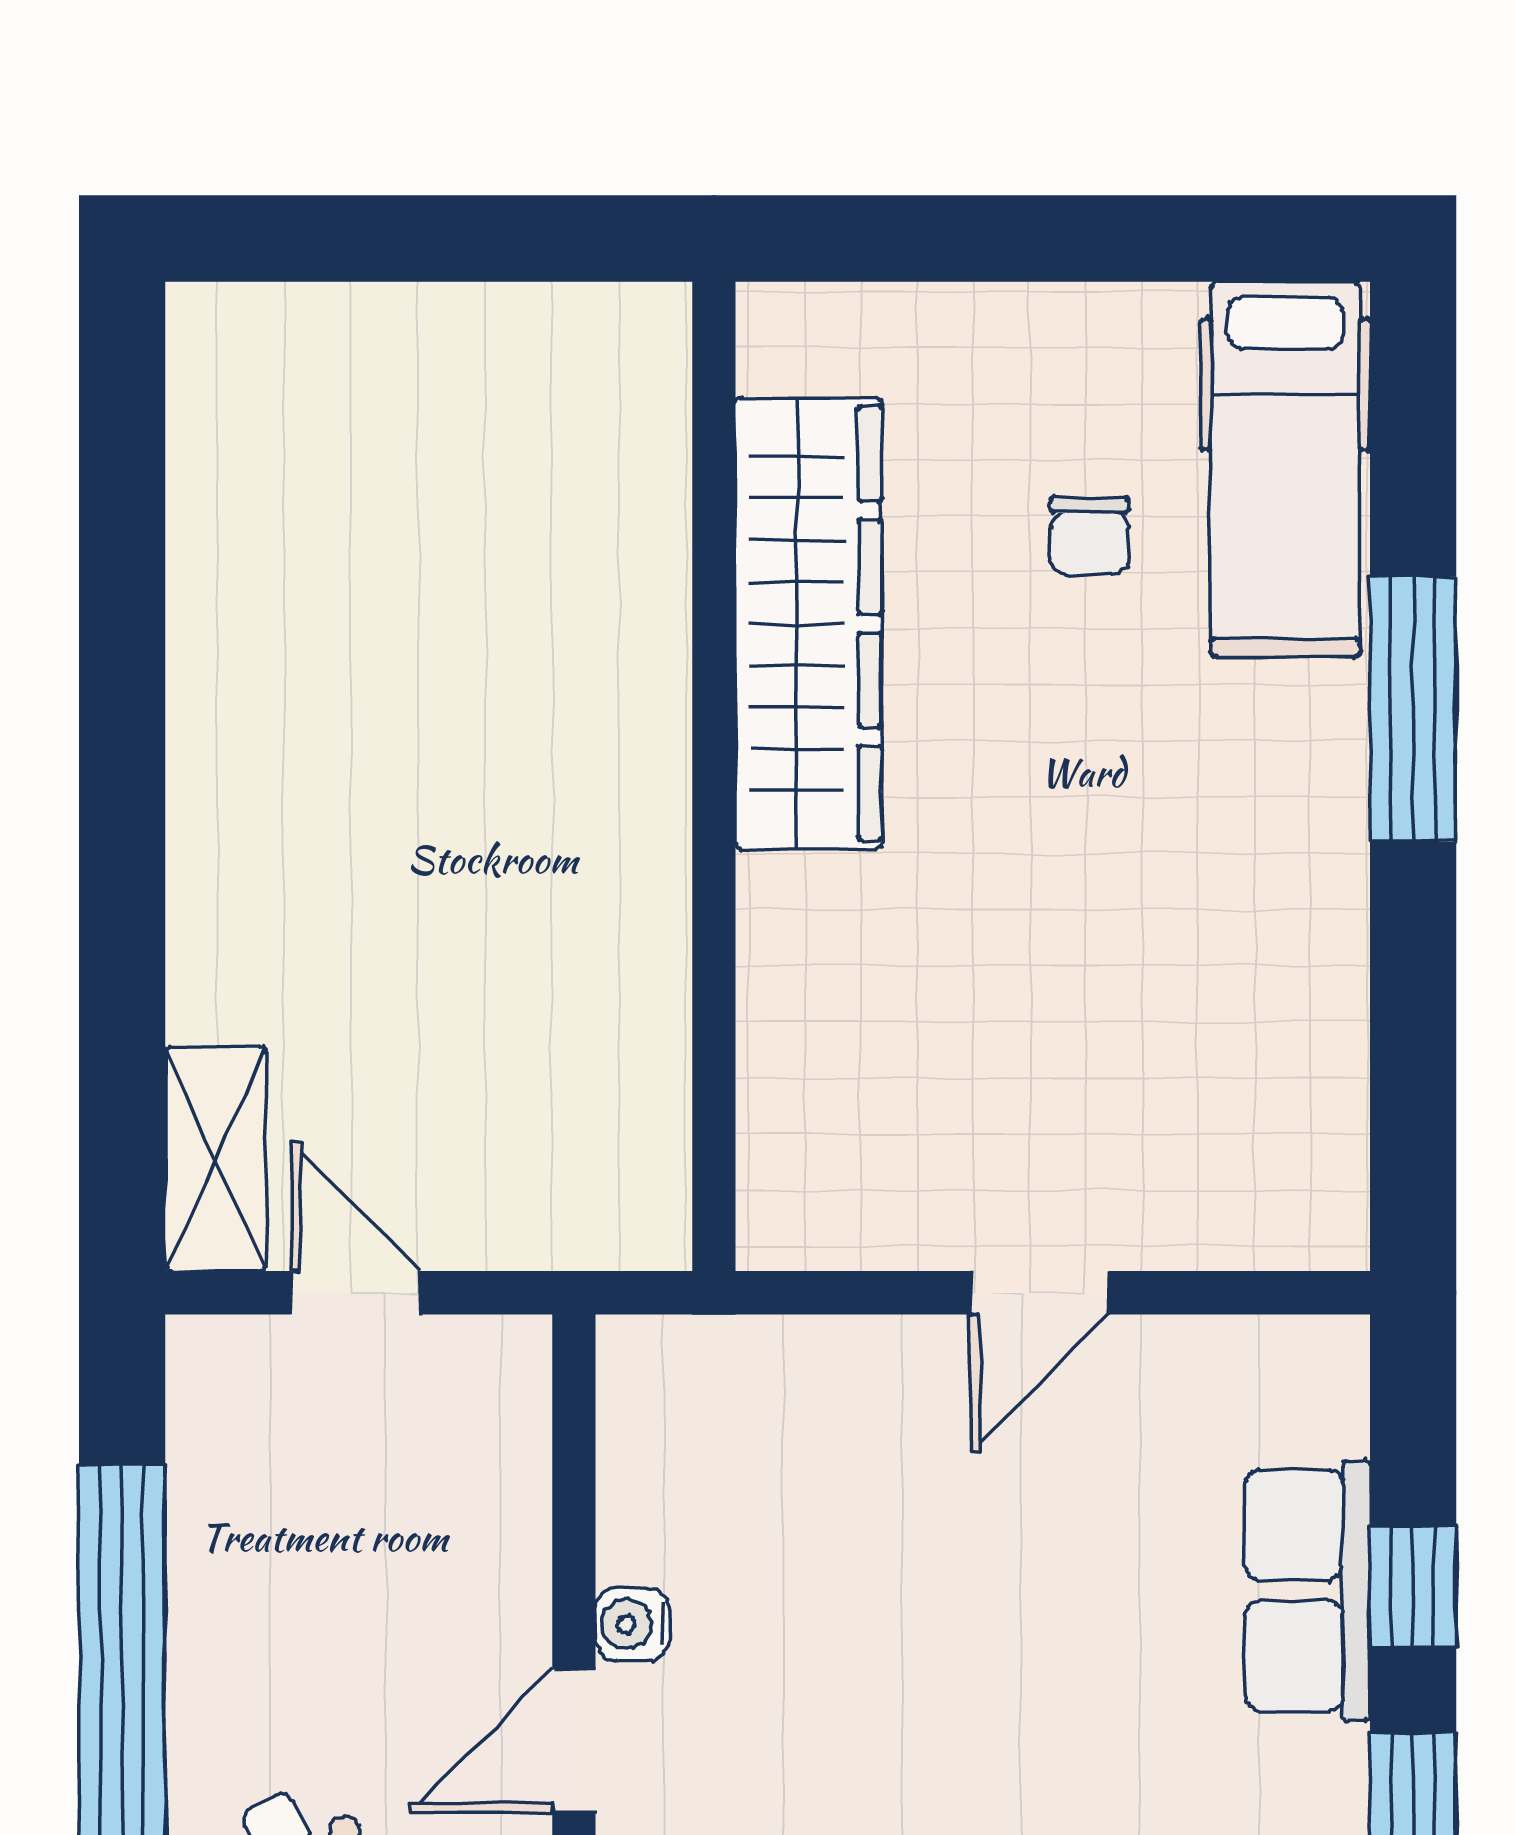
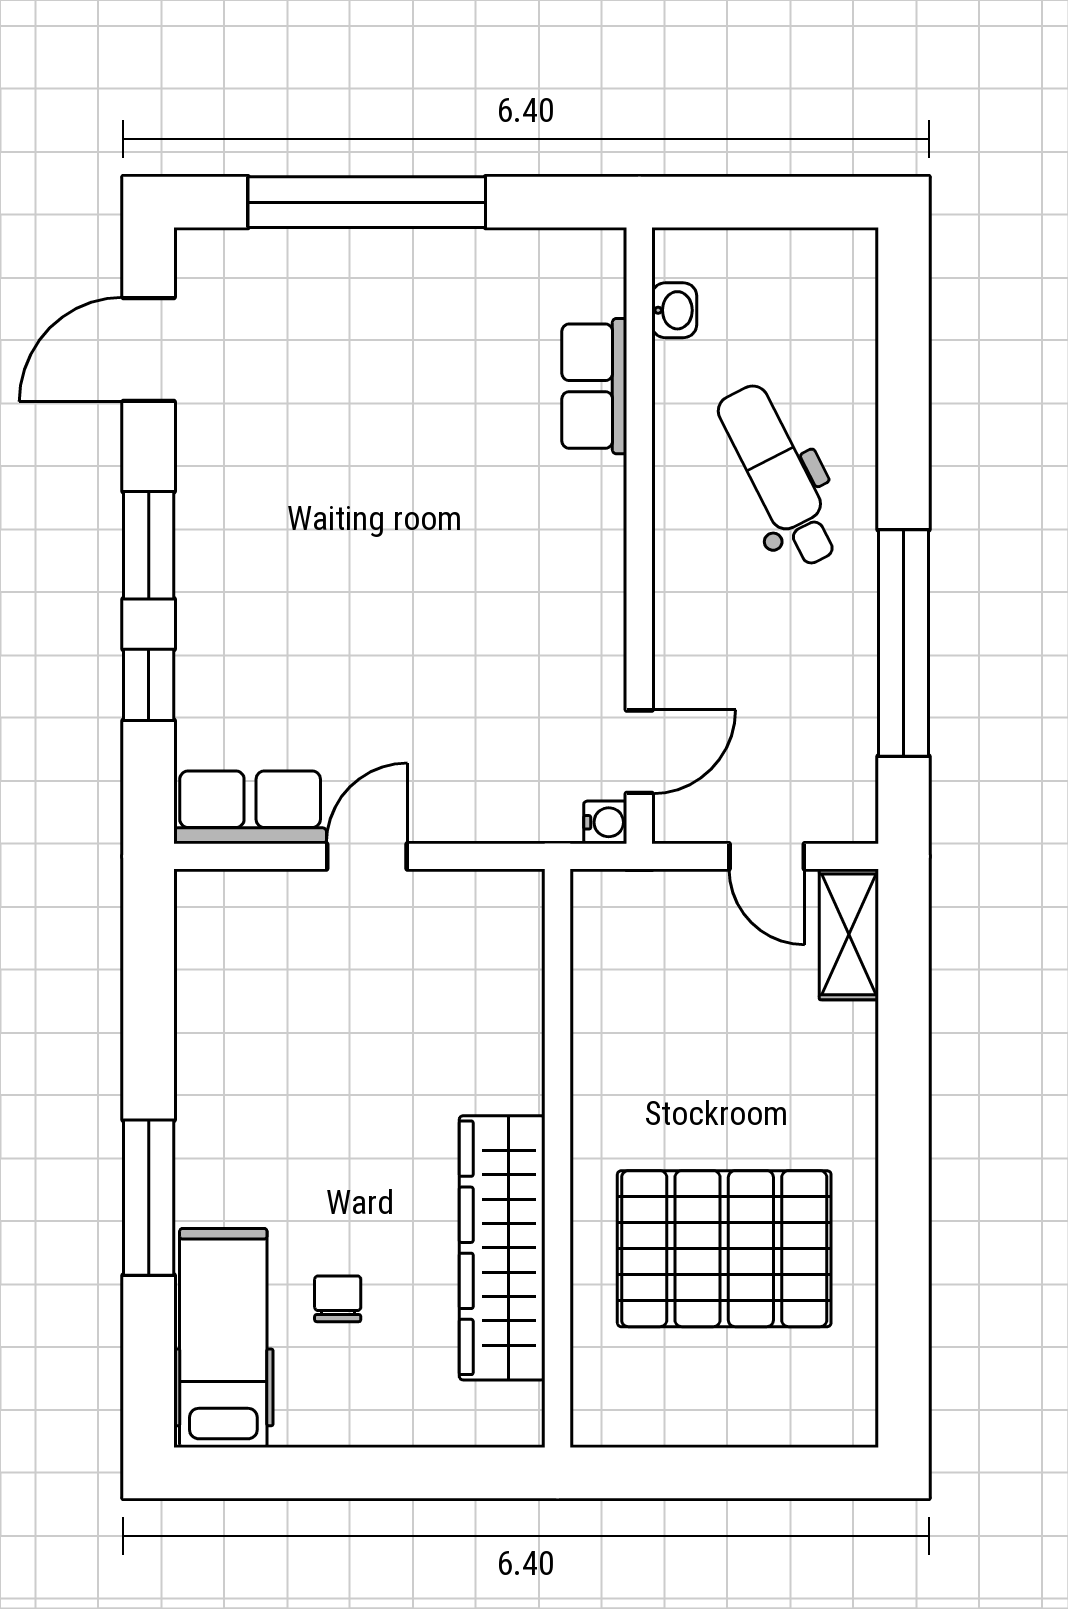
pallet: (429, 622) -> (724, 1249), added
row of seats: (1308, 1591) -> (250, 807), moved, turned -90
water cooler: (632, 1624) -> (605, 822), moved
door: (574, 1741) -> (639, 752), moved

